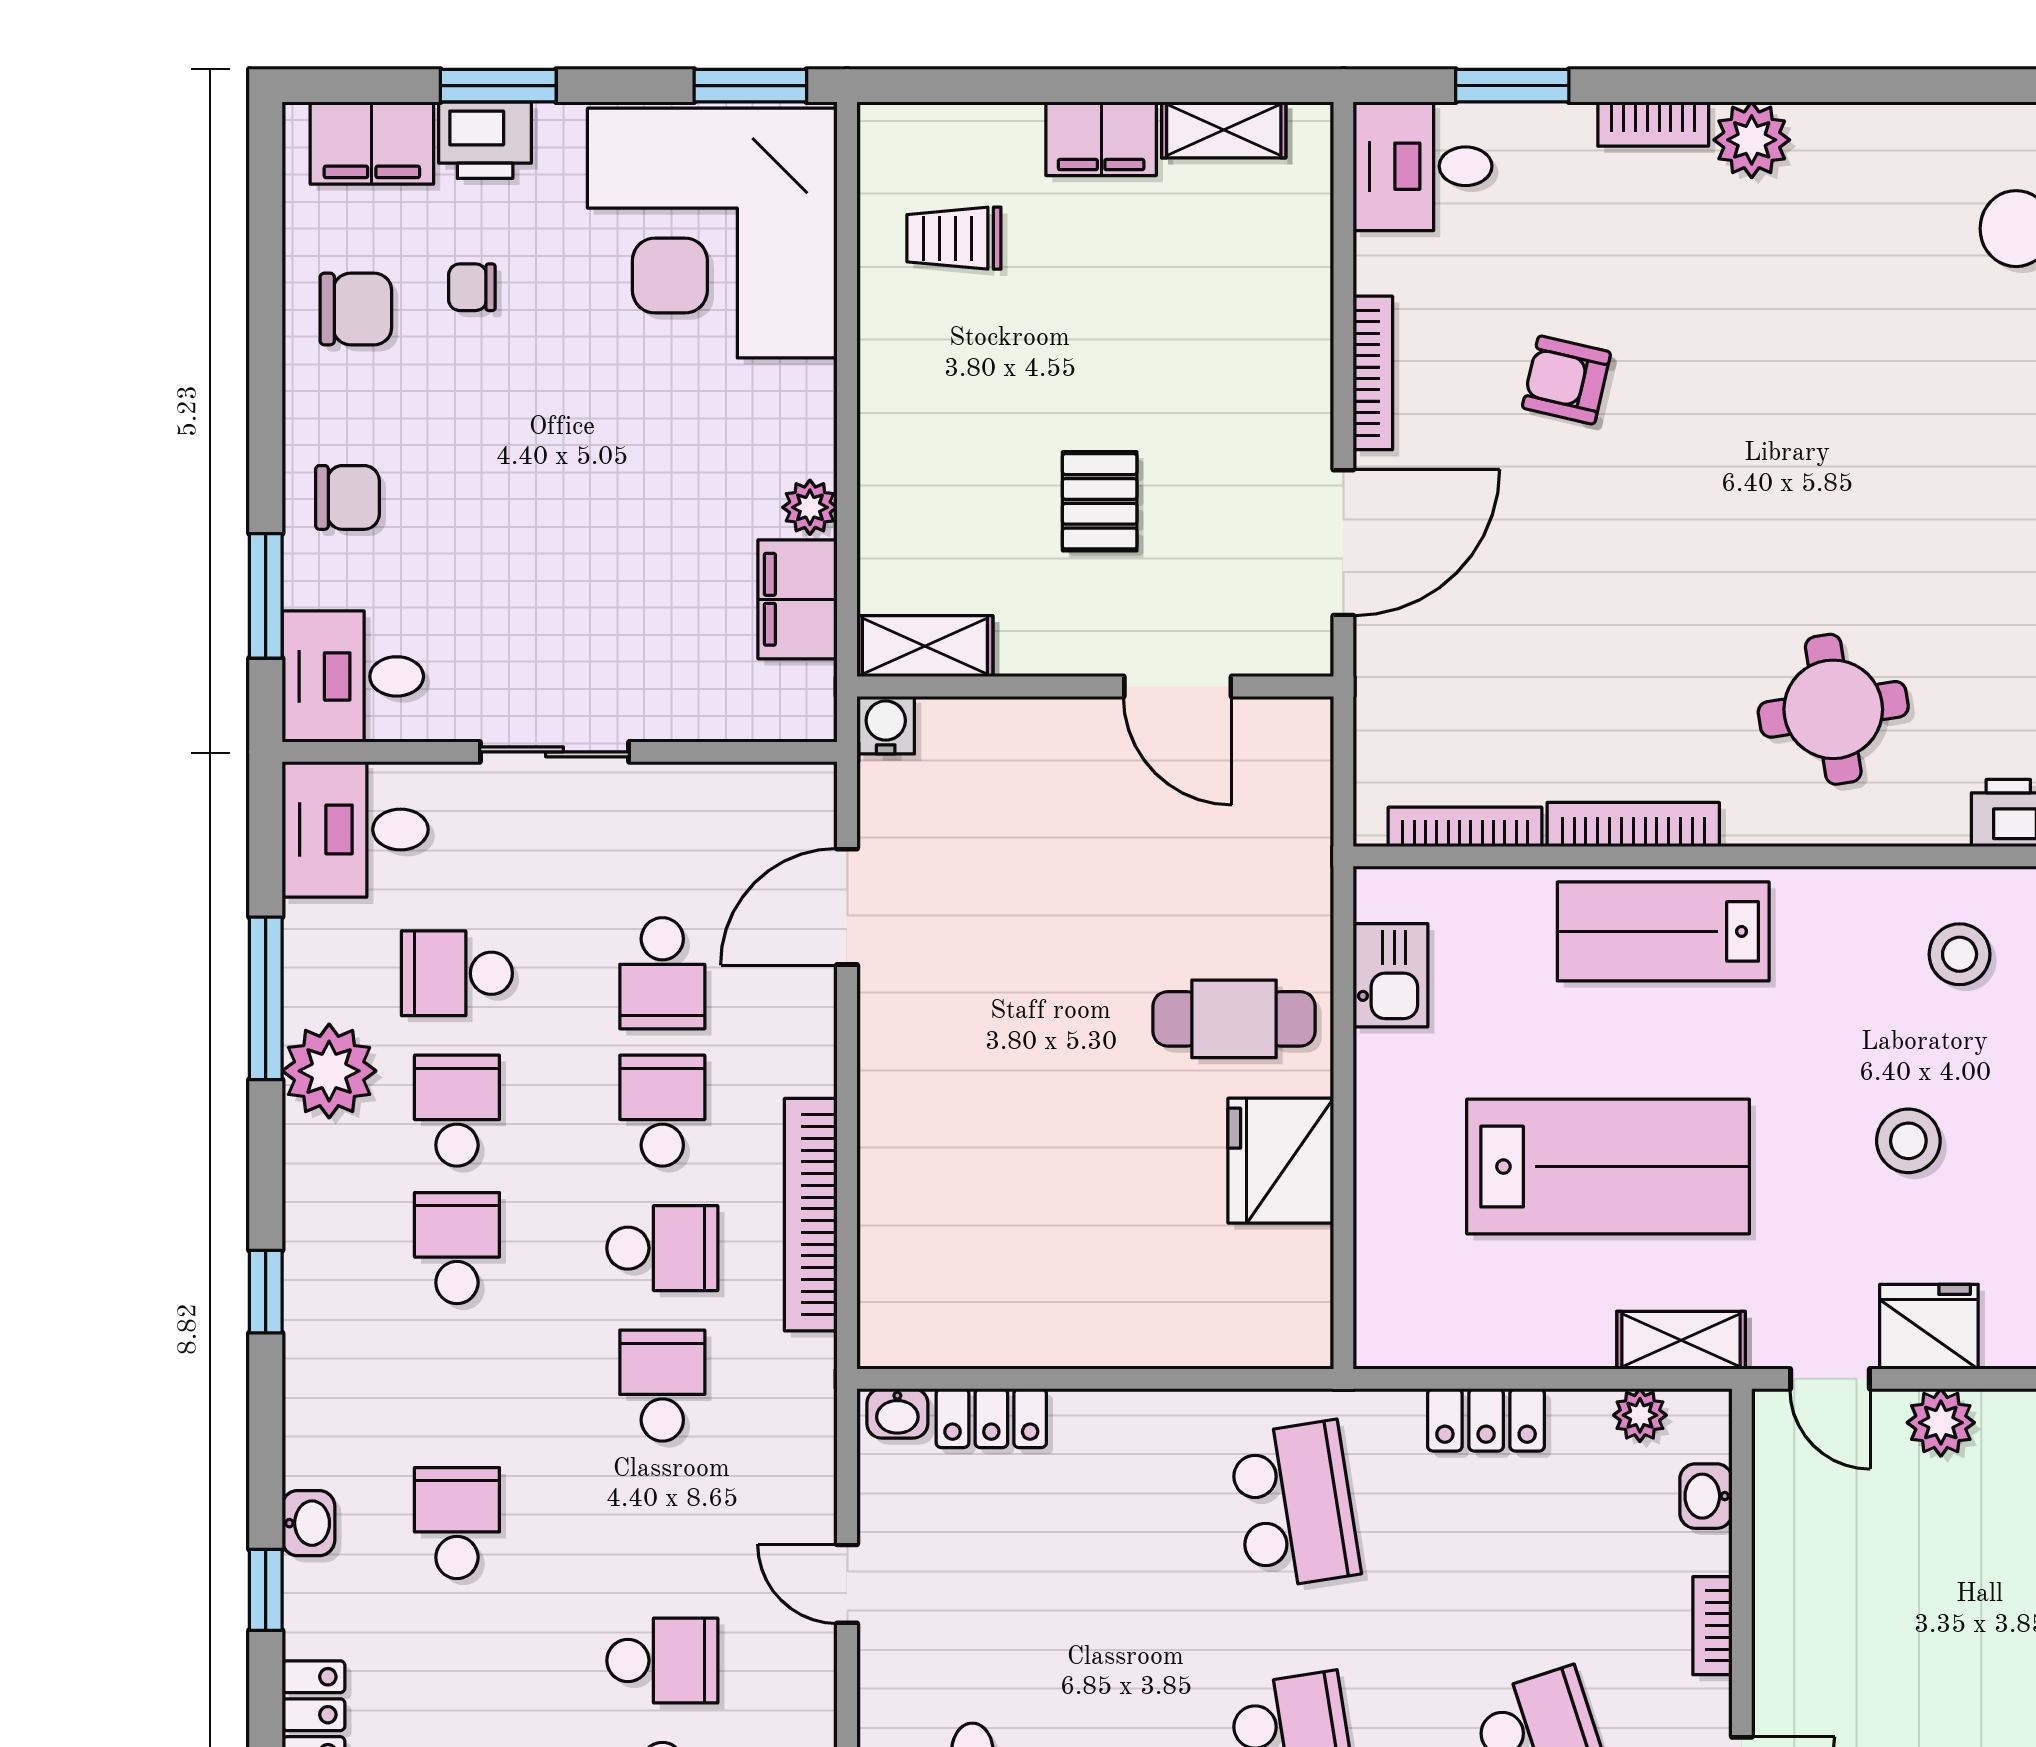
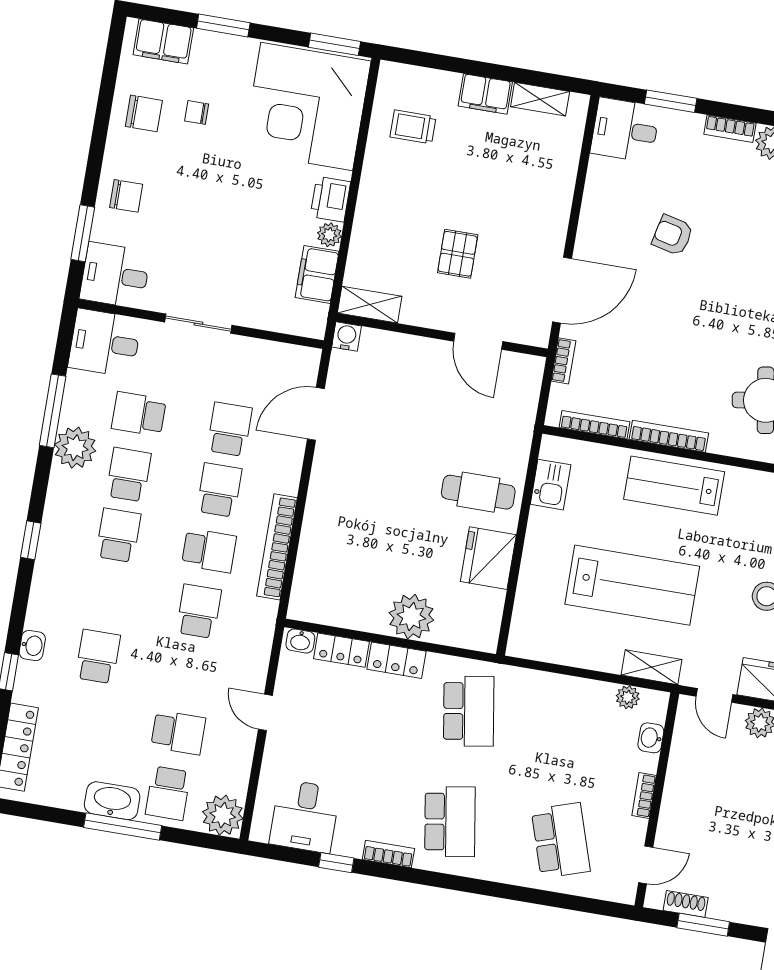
printer: (485, 140) -> (330, 199), moved, turned 90
bookcase: (1373, 373) -> (563, 361), moved, width x0.64
school desk: (662, 973) -> (229, 429), turned 180
plant: (1133, 1318) -> (411, 617), added
locker: (1486, 1420) -> (396, 660), moved

